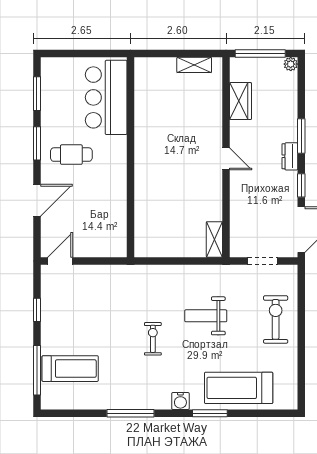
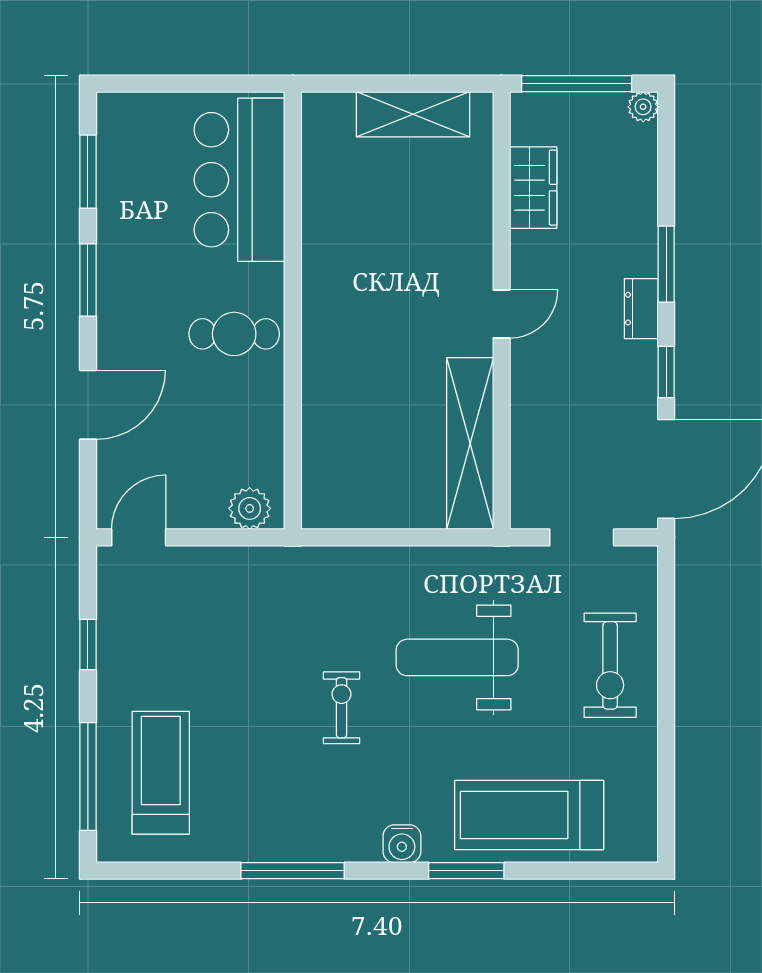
shelving: (194, 65) -> (413, 114), width x1.50, depth x1.33
cafe table: (71, 155) -> (234, 334), moved
door: (226, 159) -> (502, 314), hinge flipped
shelving: (214, 239) -> (470, 443), width x2.20, depth x1.33
plant: (111, 248) -> (250, 508), added
weight bench: (206, 316) -> (457, 657), width x1.36, depth x1.33
exercise bike: (276, 319) -> (610, 665), turned 180
treadmill: (70, 369) -> (161, 773), turned -90

